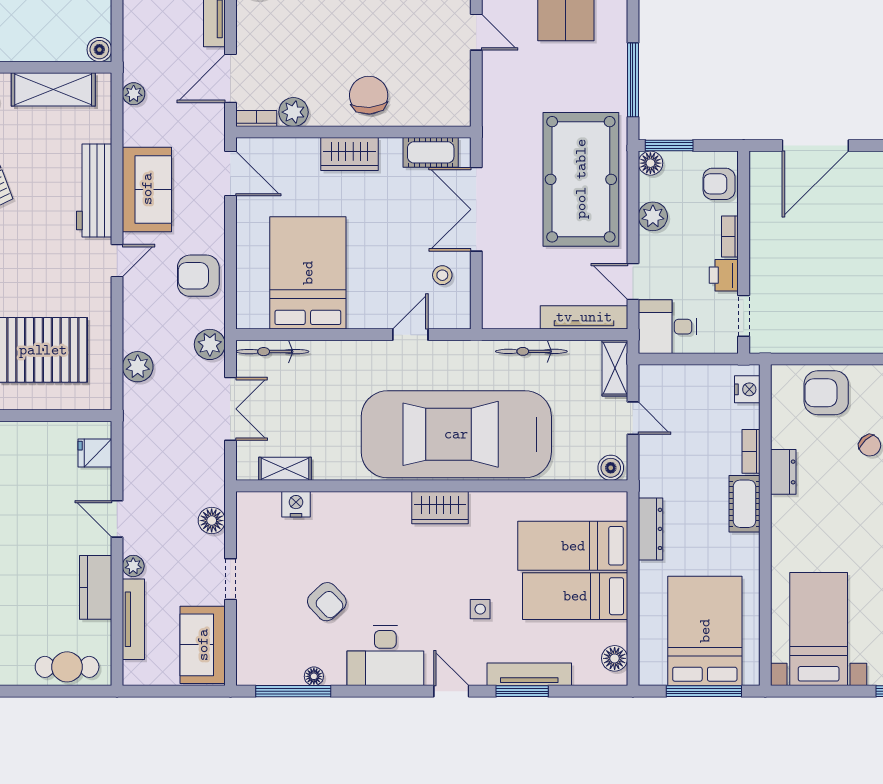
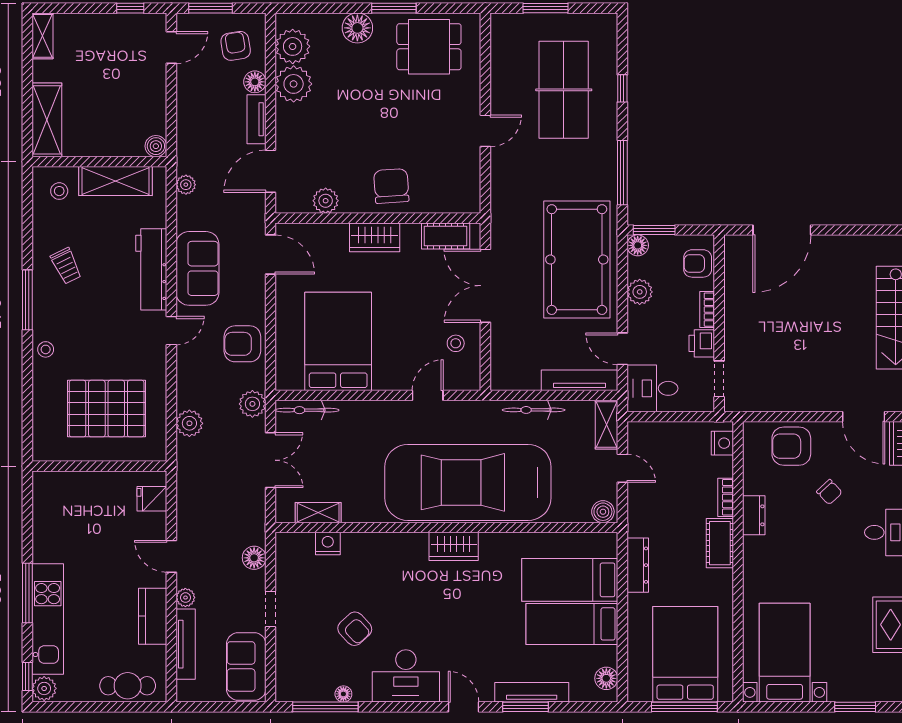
door: (476, 32) -> (485, 131), hinge flipped
bookcase: (256, 119) -> (293, 206), removed
side table: (480, 609) -> (489, 635), removed

